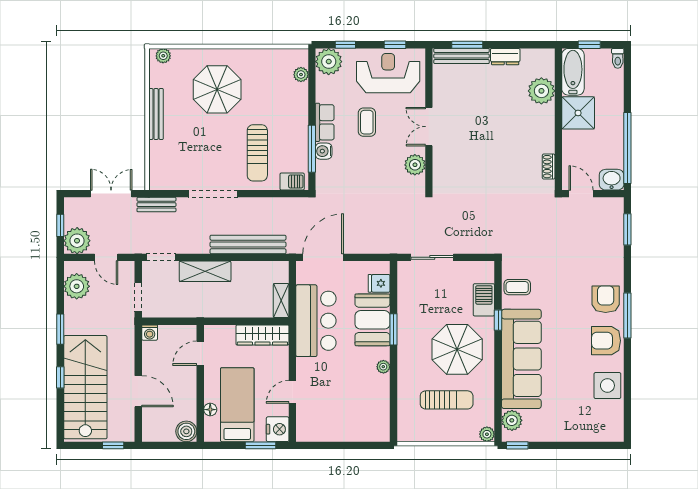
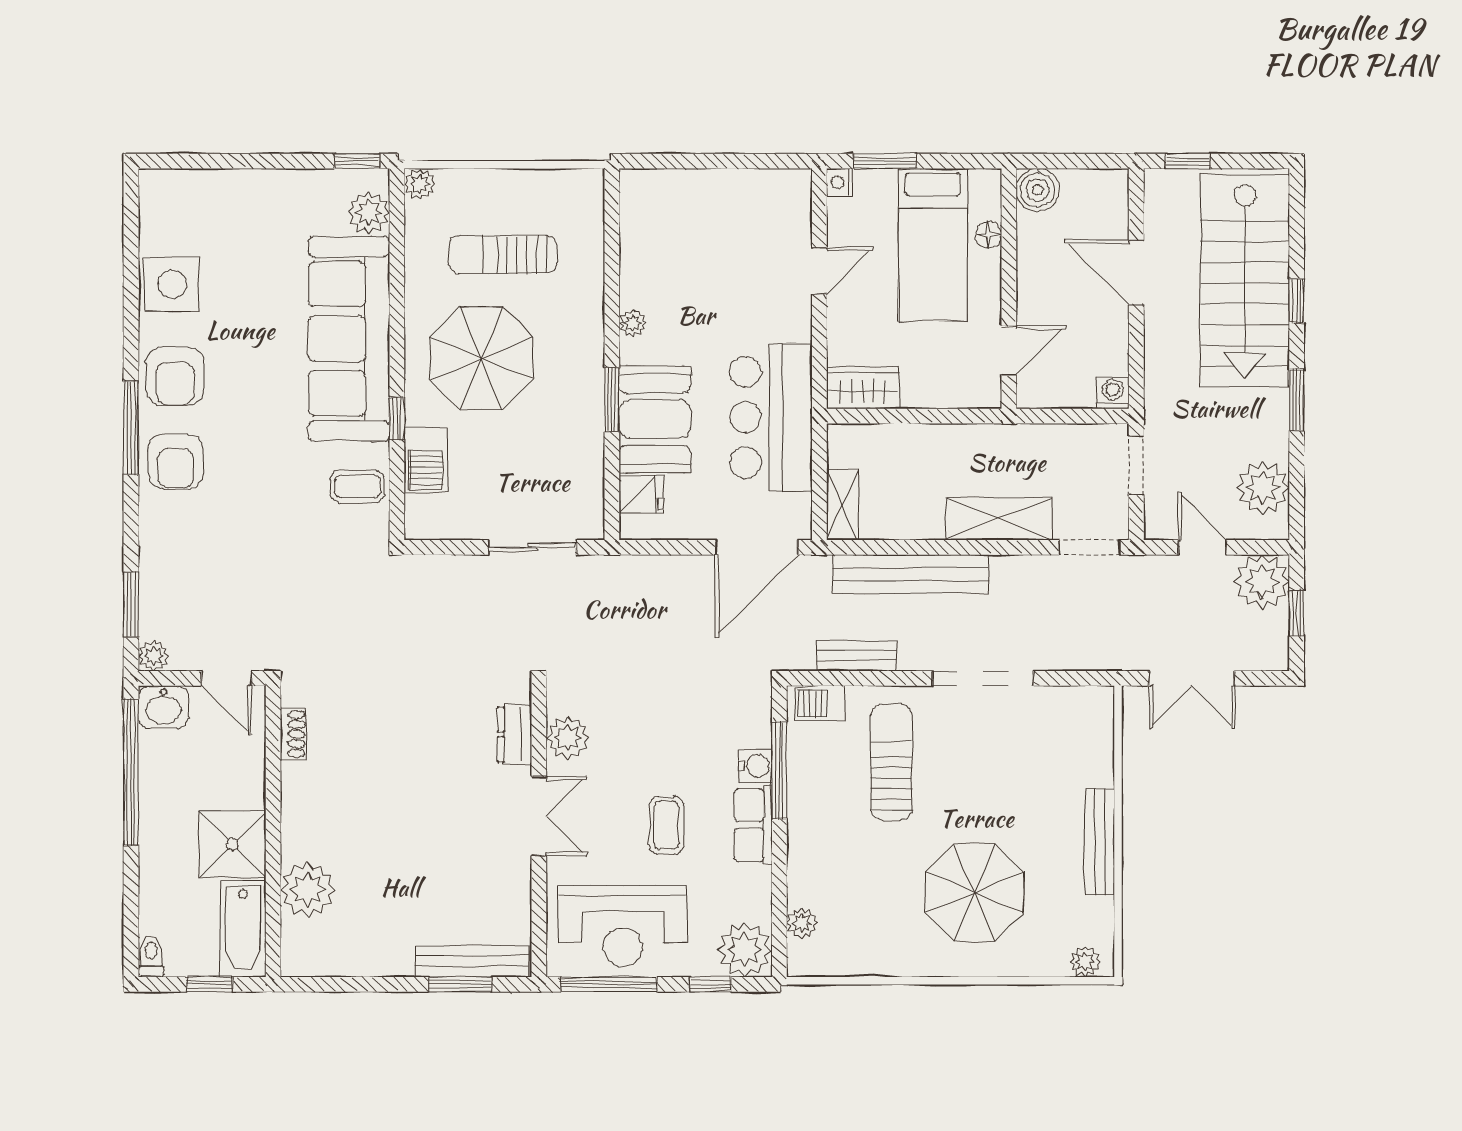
window: (395, 45) -> (609, 984), width x2.17
dresser: (505, 57) -> (515, 734), moved, turned -90
bench: (156, 205) -> (857, 656), moved
plant: (616, 205) -> (154, 656), added
shelving: (281, 301) -> (843, 505), moved
wardrobe: (262, 335) -> (863, 388), width x0.67
armchair: (606, 341) -> (175, 376), turned 90
nightstand: (278, 429) -> (840, 182), width x0.53, depth x0.56

